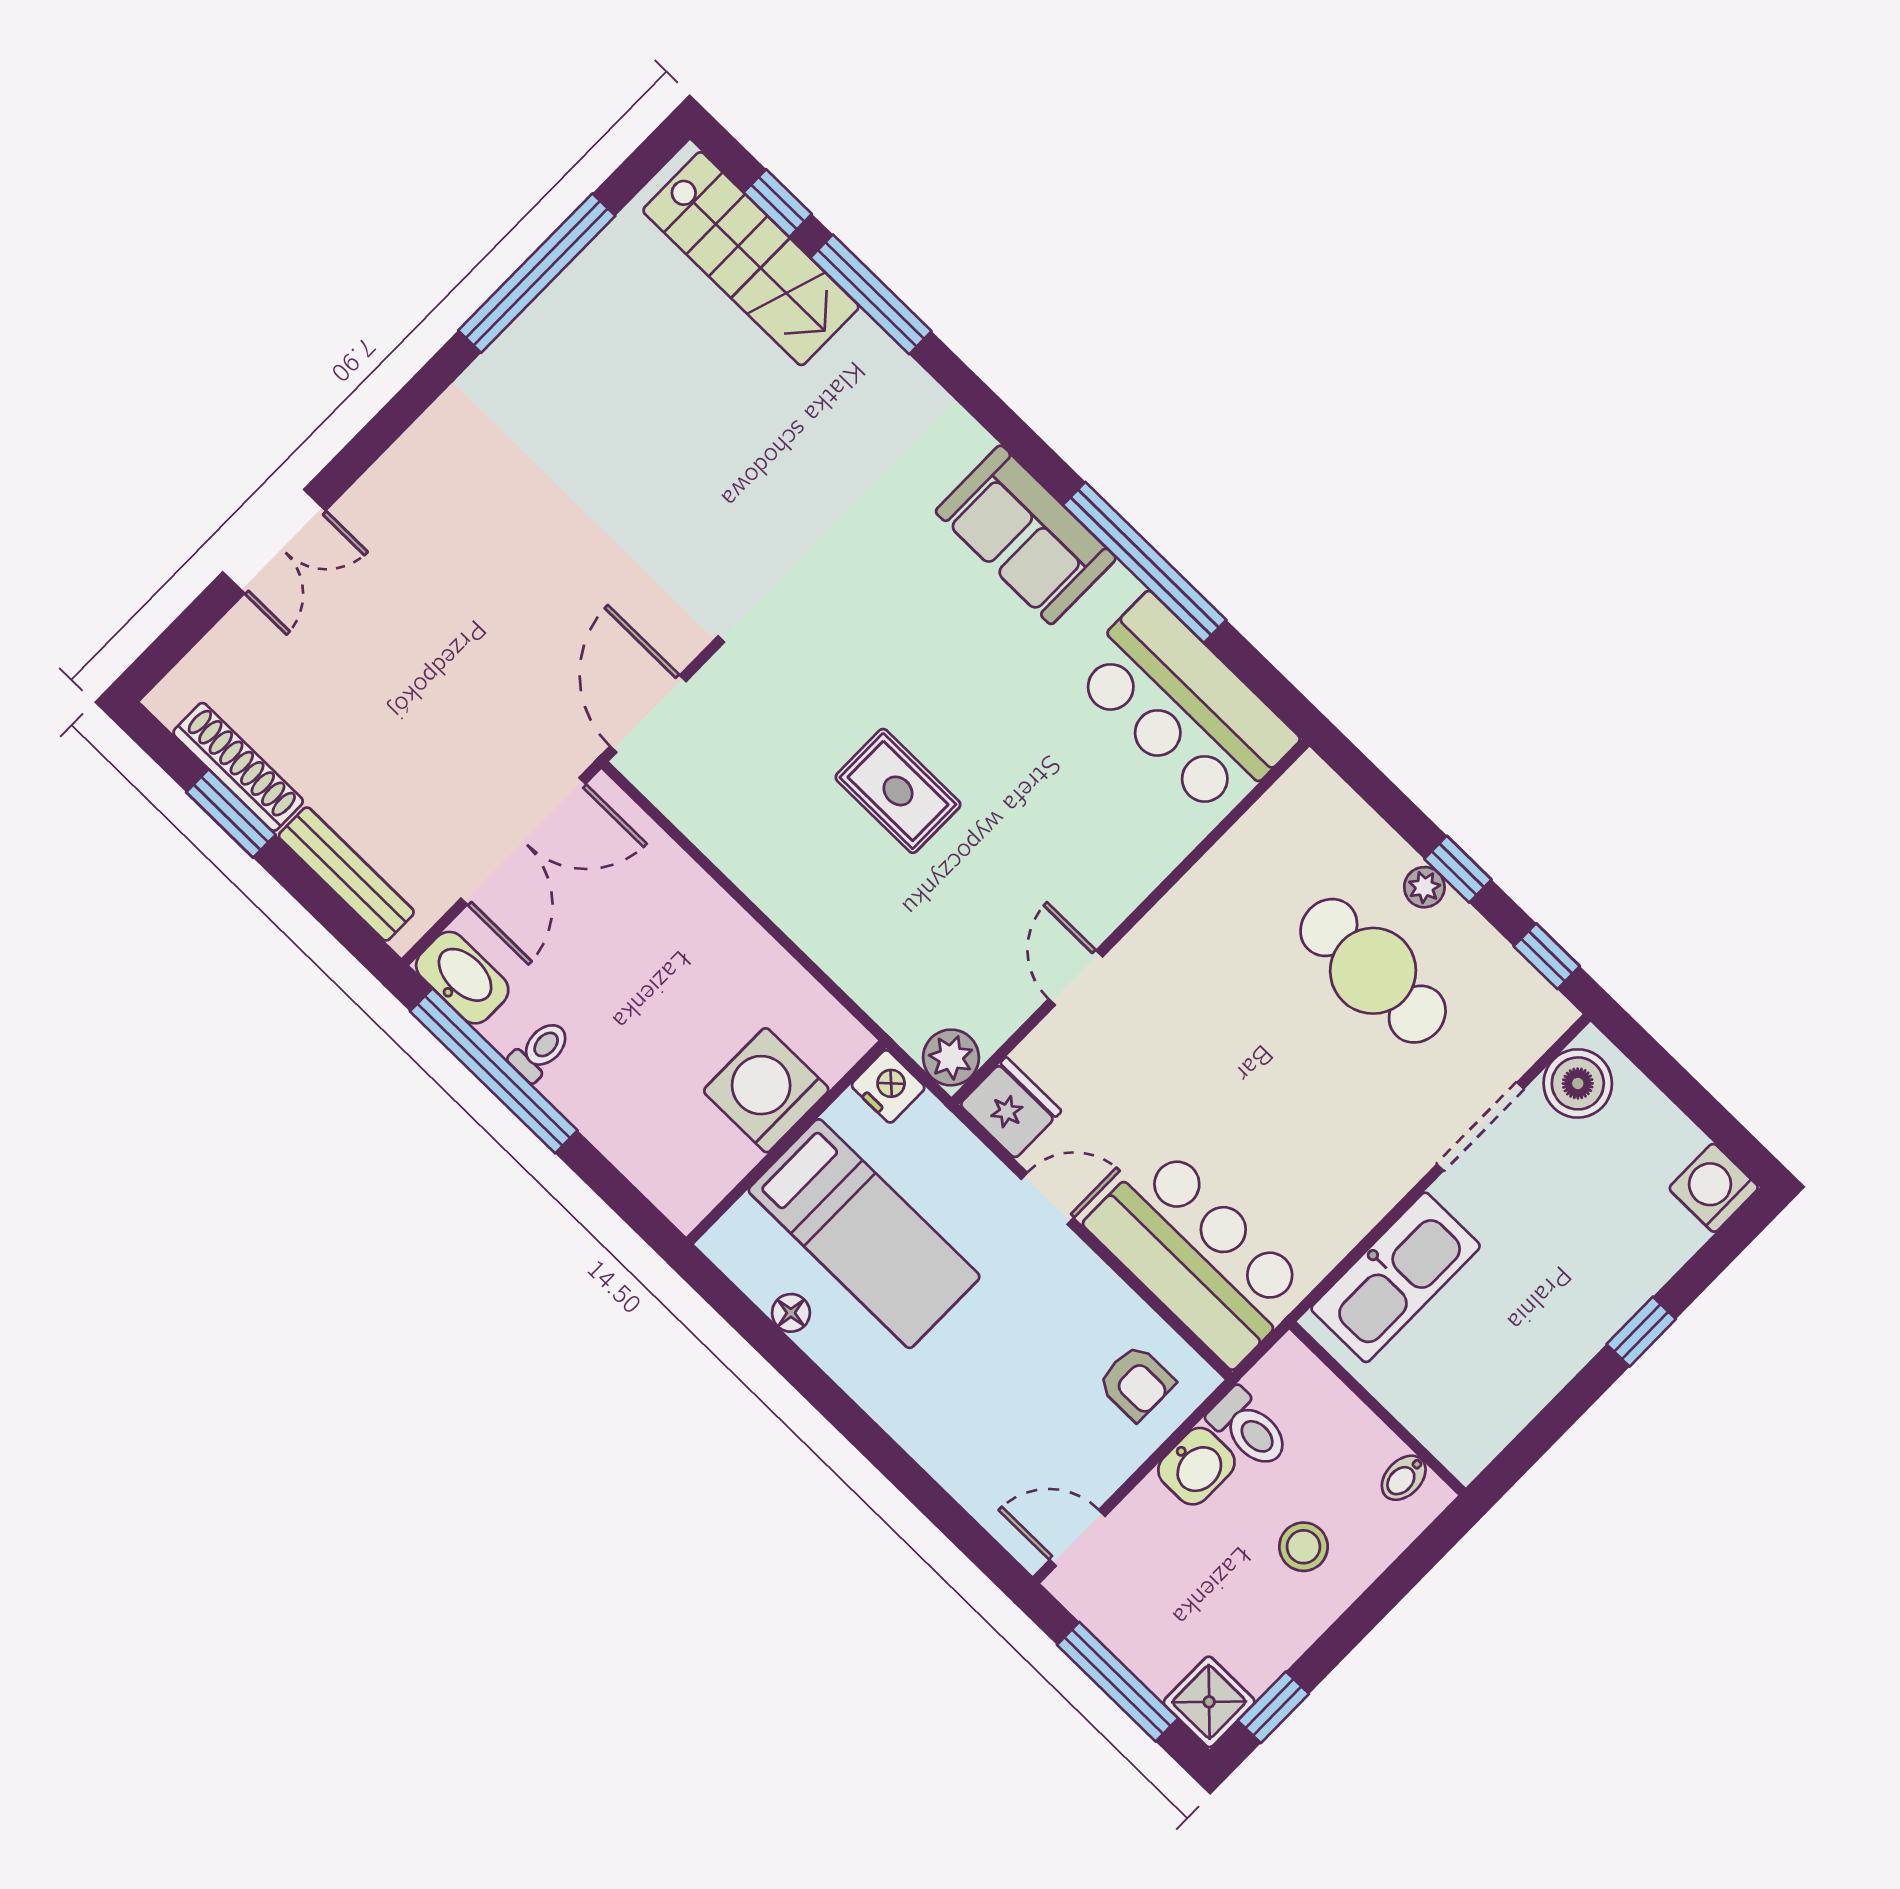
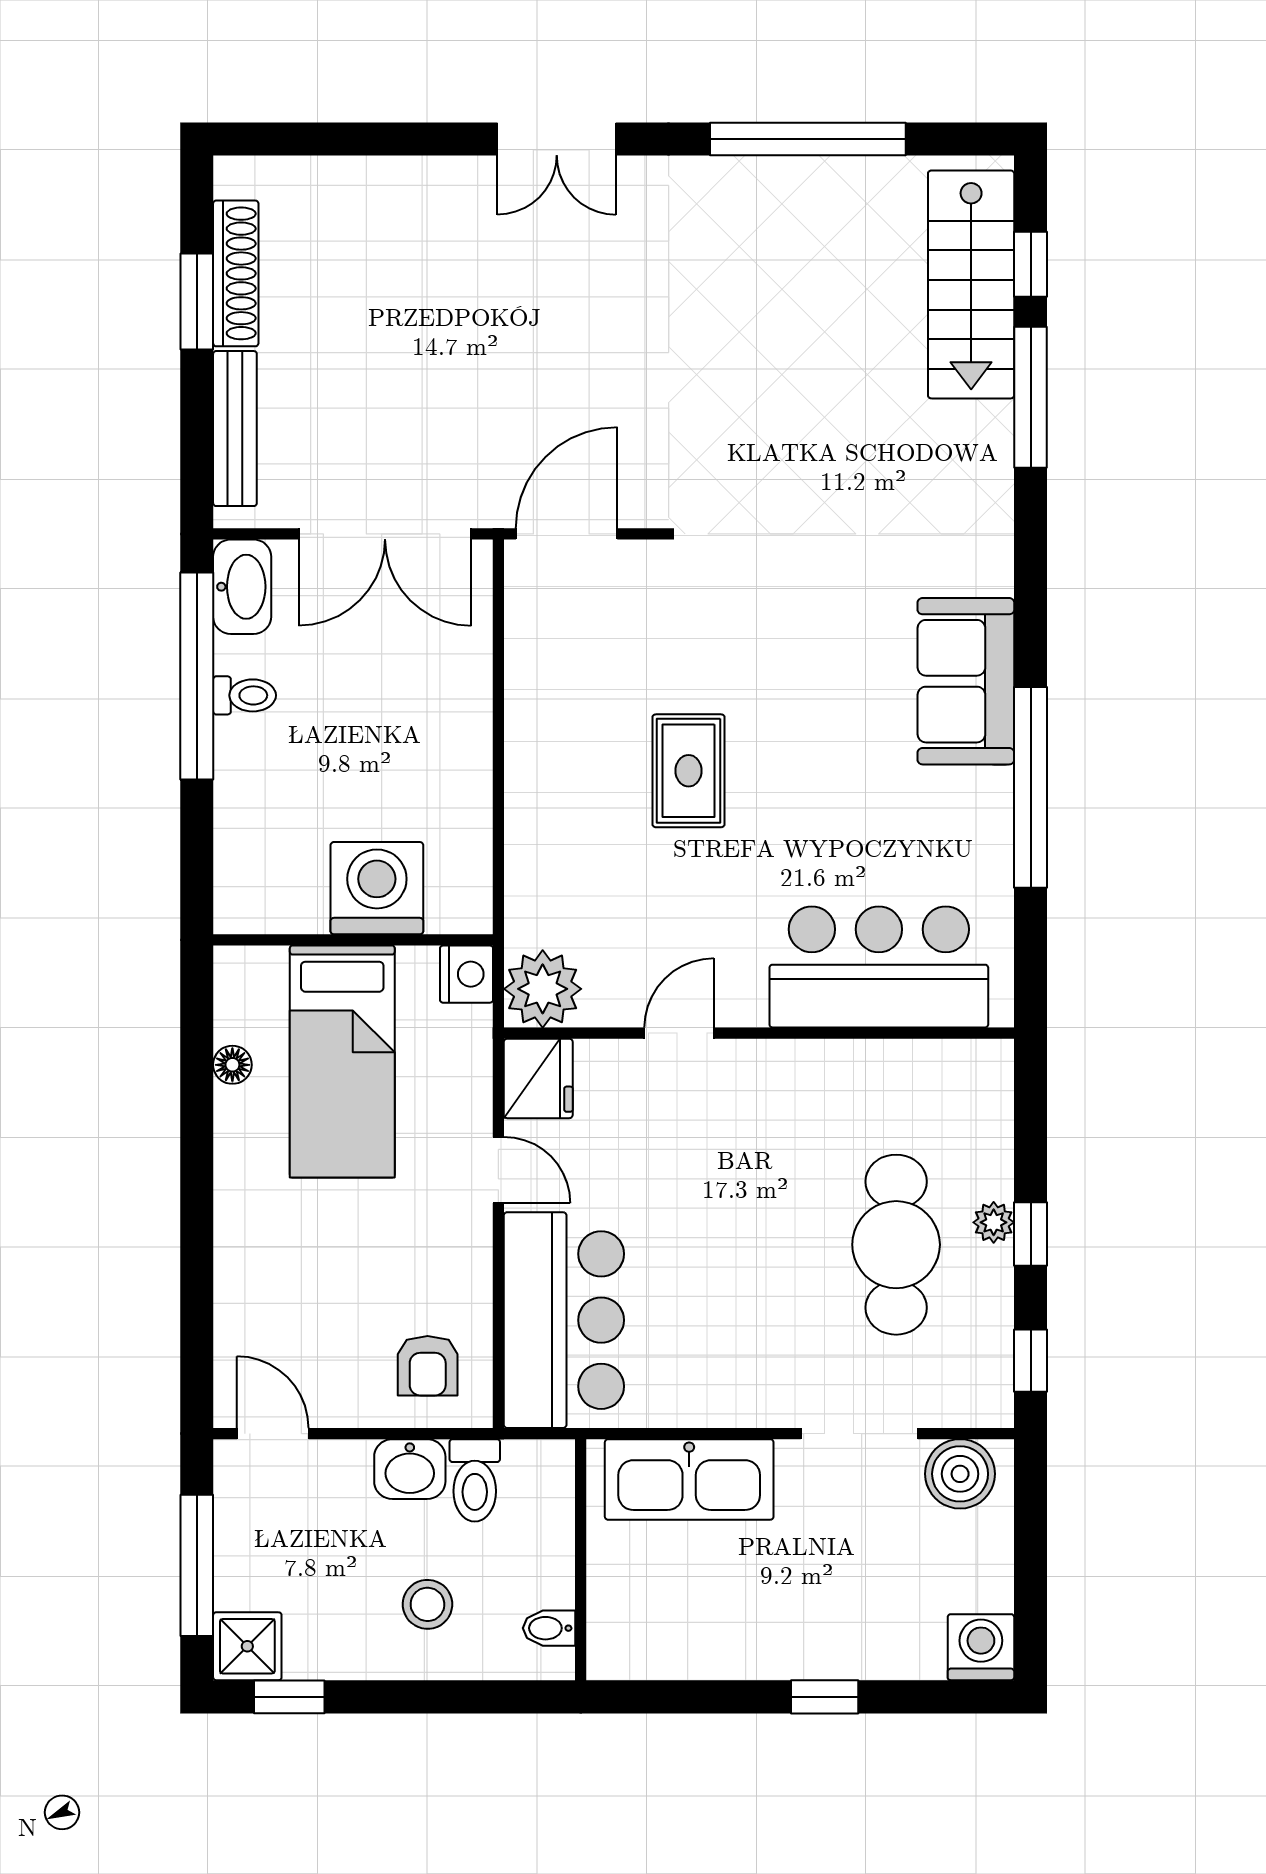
double door: (274, 541) -> (557, 139), moved
bar counter: (1184, 707) -> (879, 967), moved, turned 90
plant: (951, 1057) -> (543, 989), width x1.36, depth x1.36

